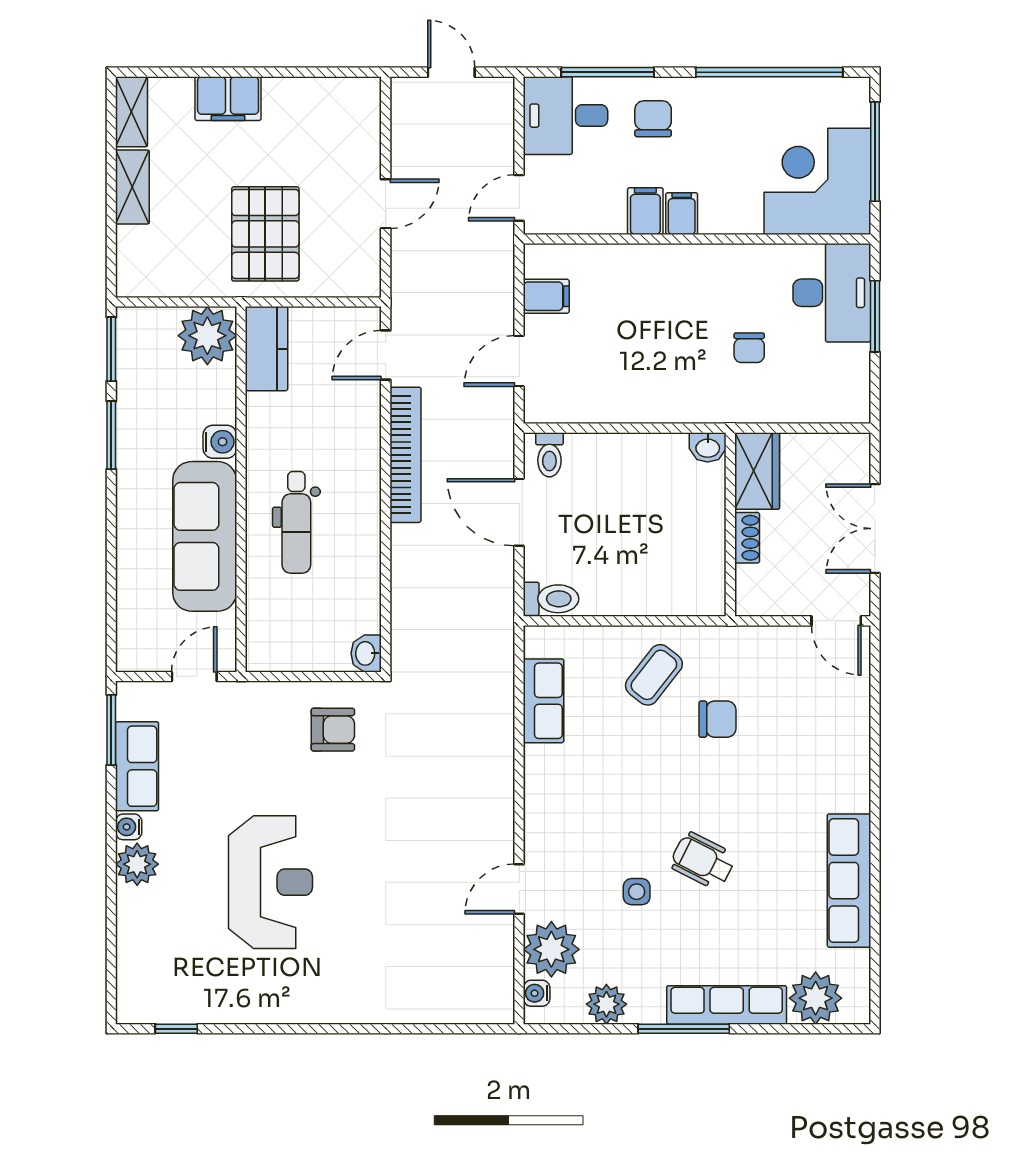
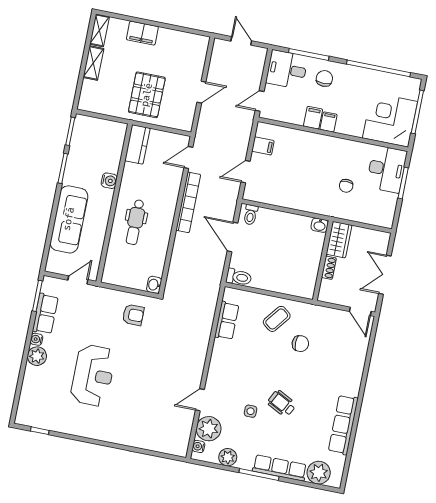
plant: (207, 336) -> (113, 134), removed
sofa: (205, 536) -> (69, 219), moved, turned 180

